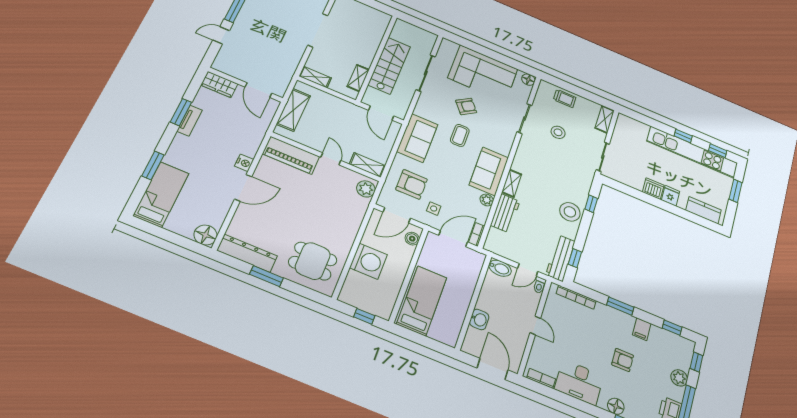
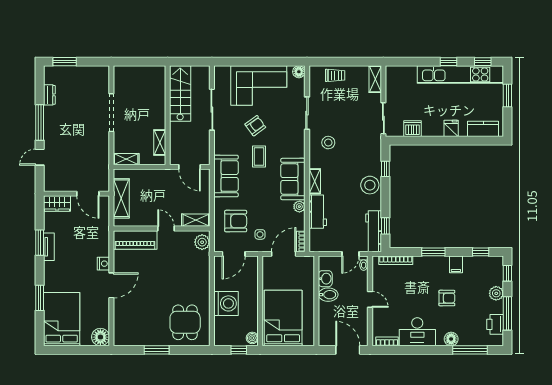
stairs: (389, 66) -> (180, 94), moved
stool: (558, 132) -> (328, 143), moved
dishwasher: (653, 189) -> (413, 129), moved
bed: (161, 194) -> (62, 319), width x1.50
boiler: (412, 239) -> (252, 338), moved
dresser: (247, 253) -> (136, 338), removed
dining table: (313, 261) -> (185, 322), turned 90
bidet: (500, 268) -> (328, 295), moved
bed: (422, 301) -> (283, 318), width x1.50
washbasin: (479, 319) -> (325, 279), moved

